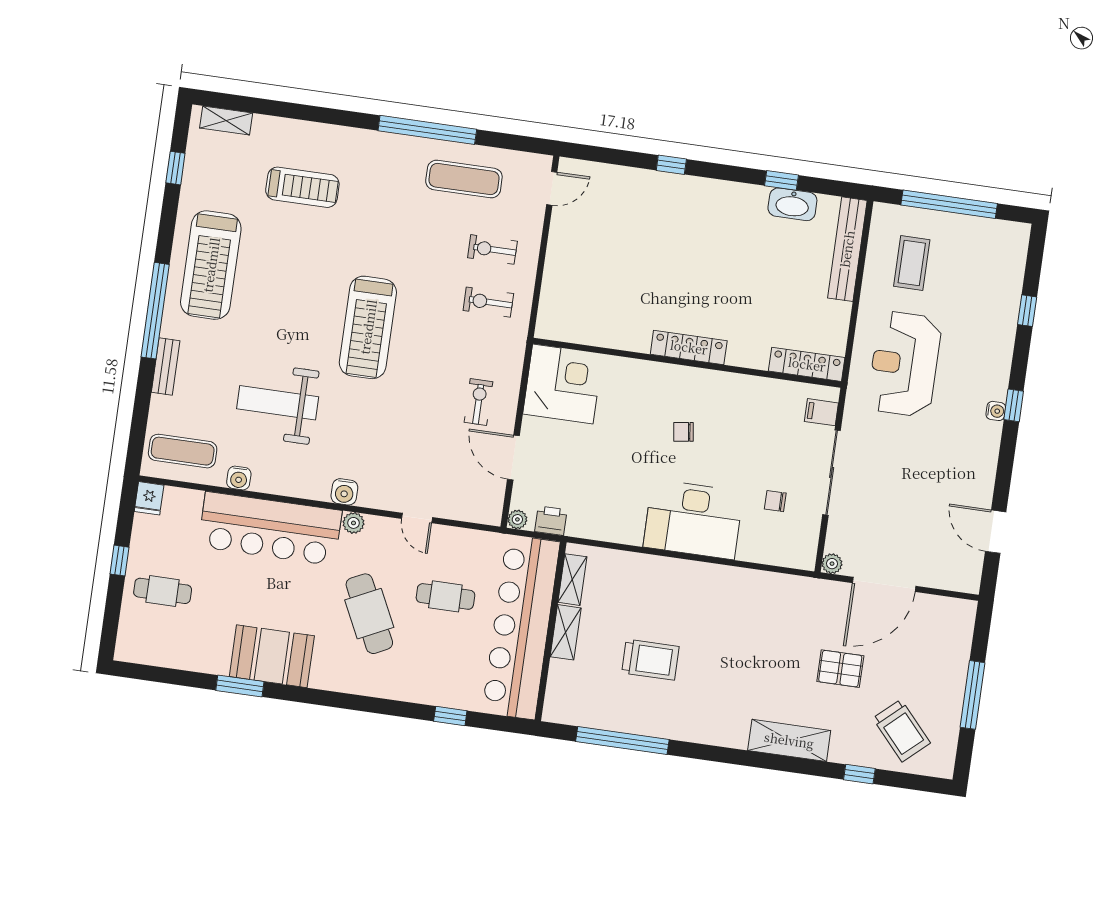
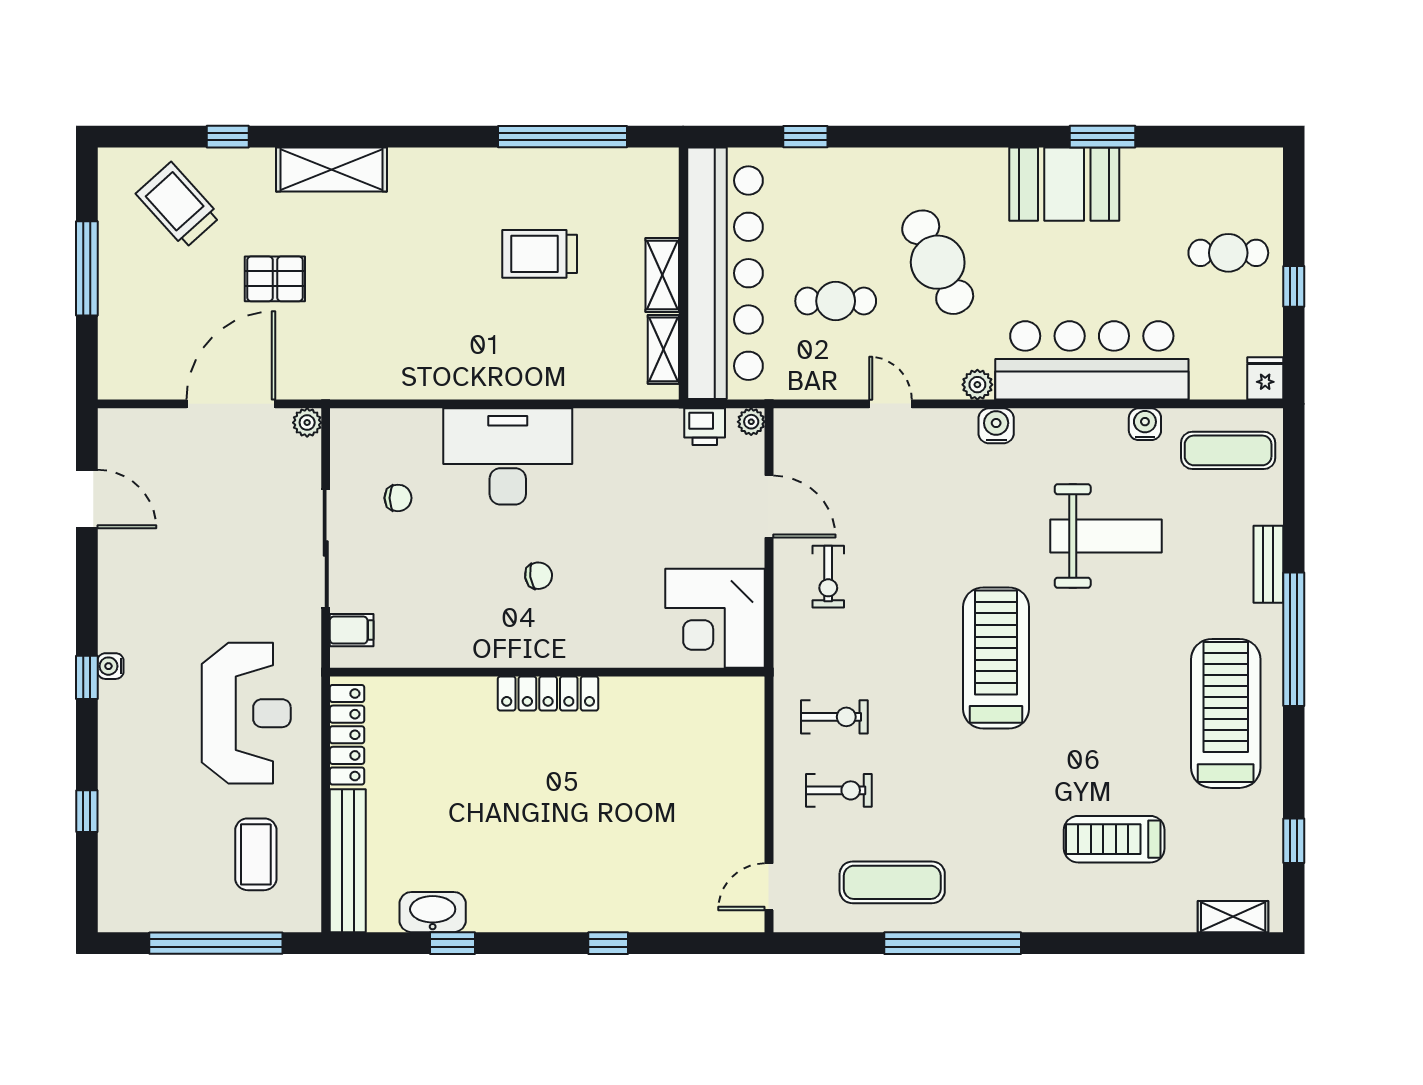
locker: (807, 364) -> (347, 735), moved, turned -90

